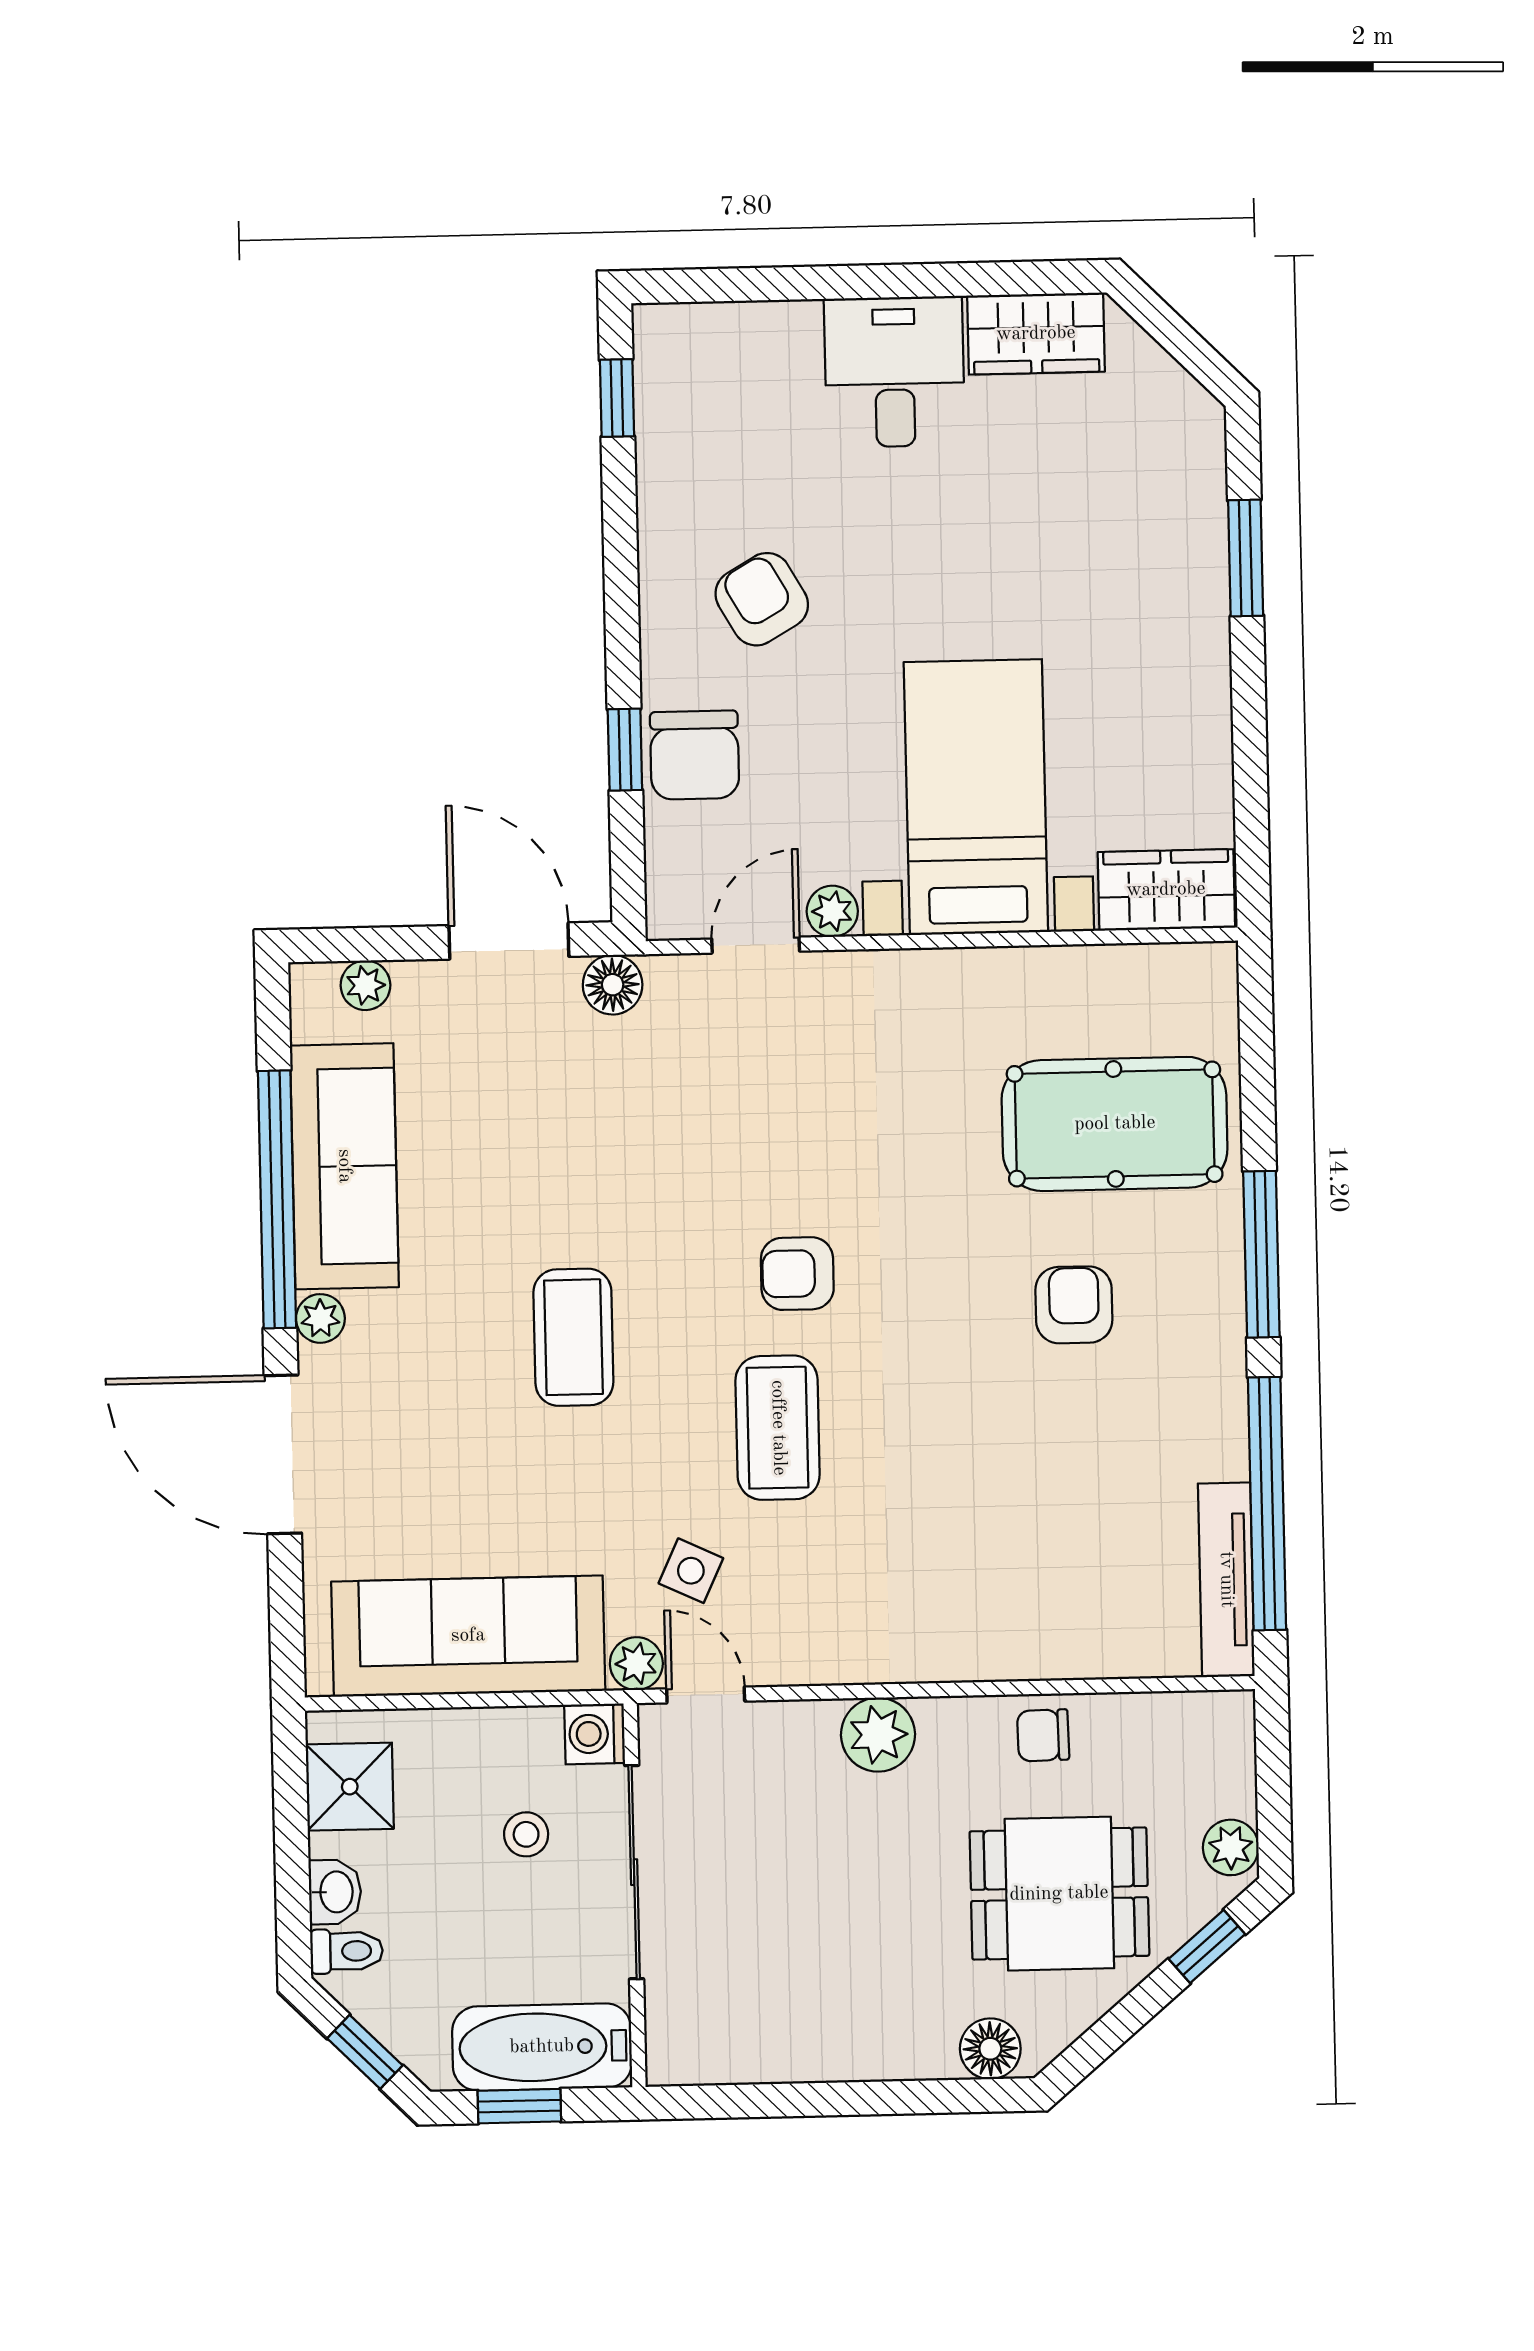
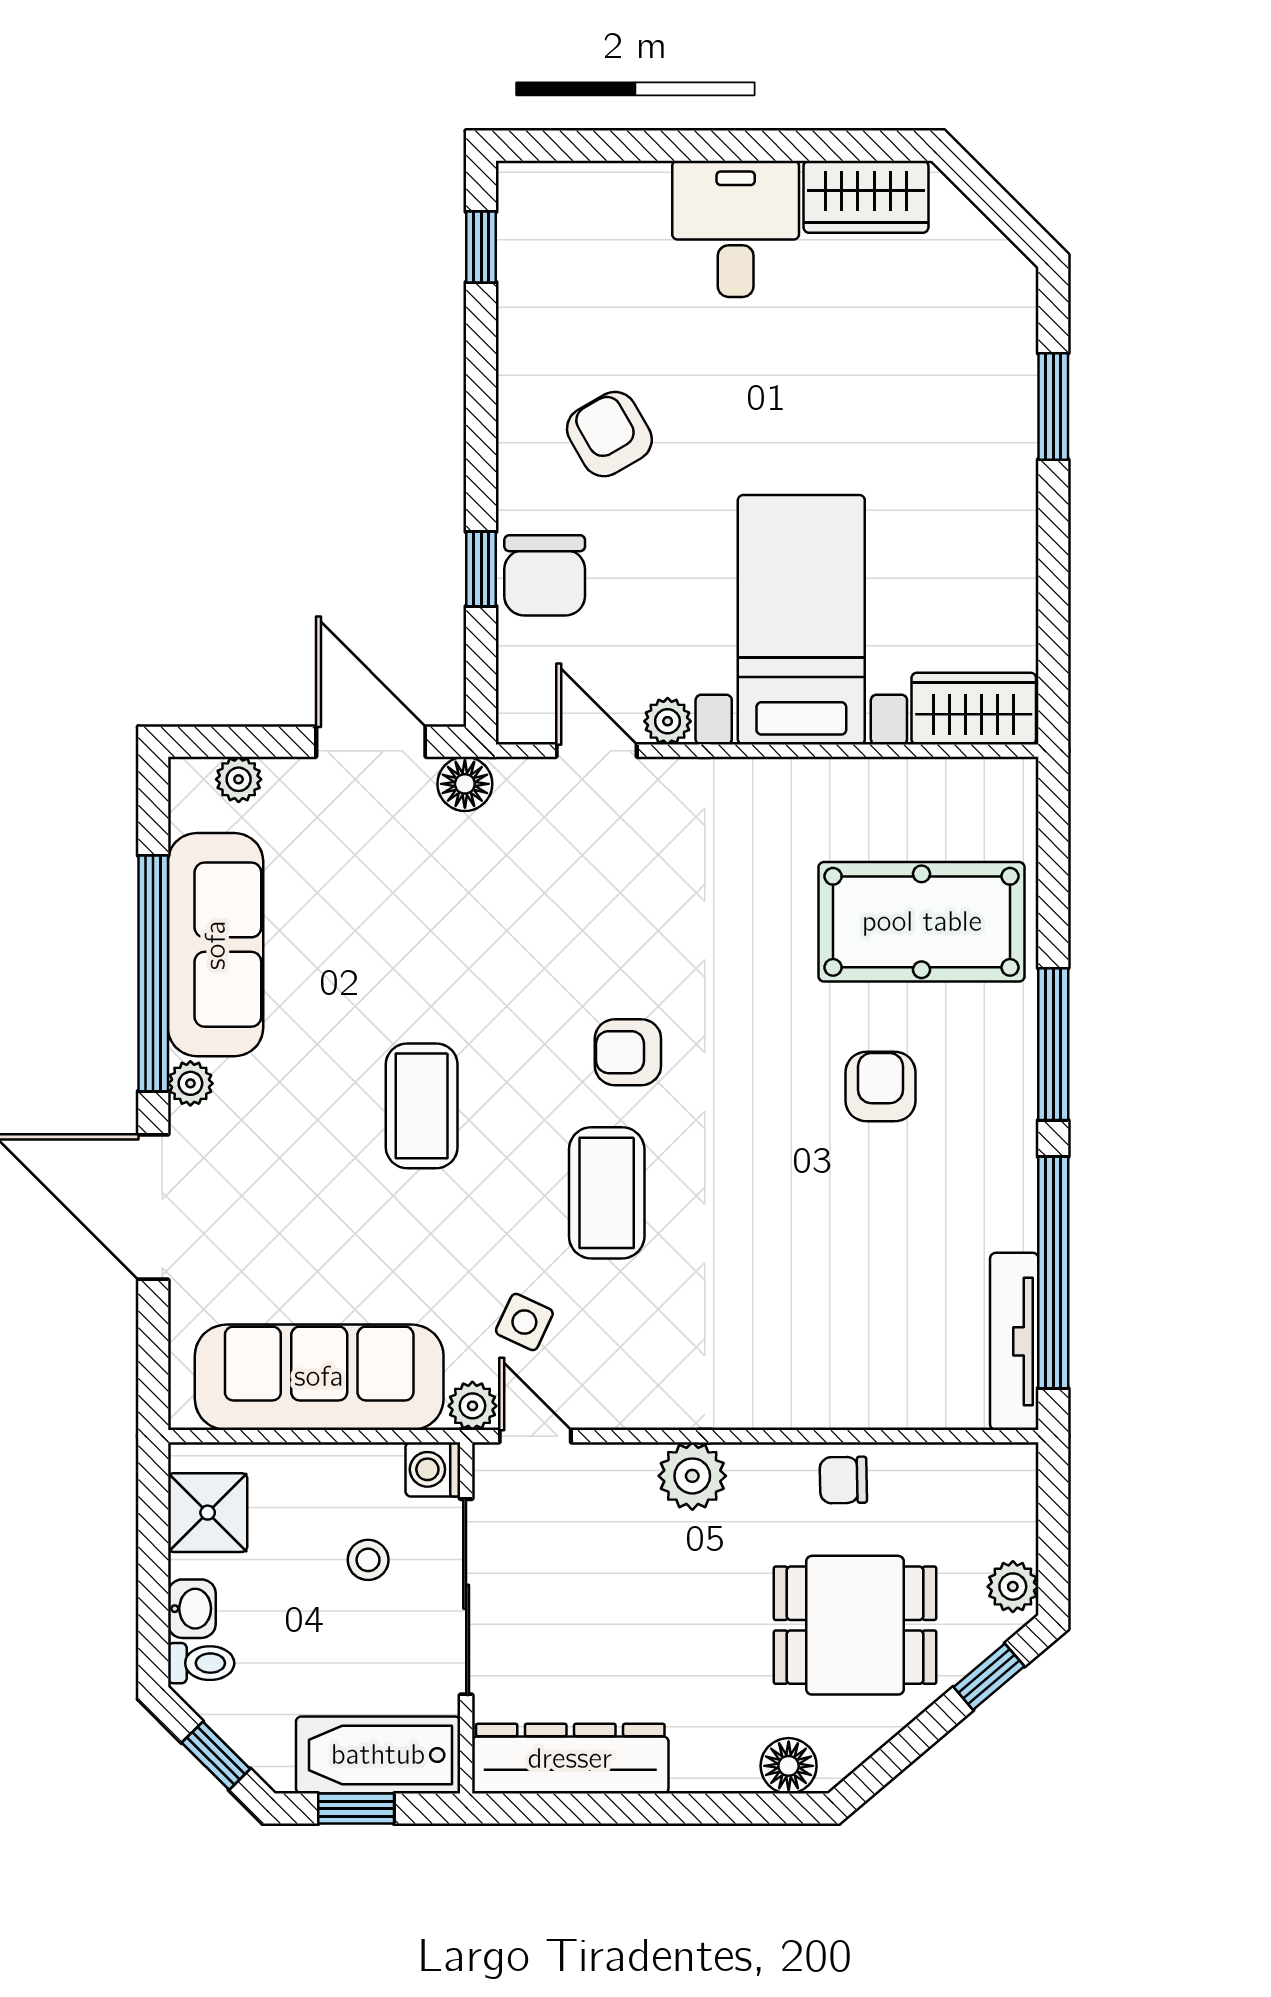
door: (756, 945) -> (597, 751), hinge flipped
dresser: (752, 2046) -> (570, 1759), added

